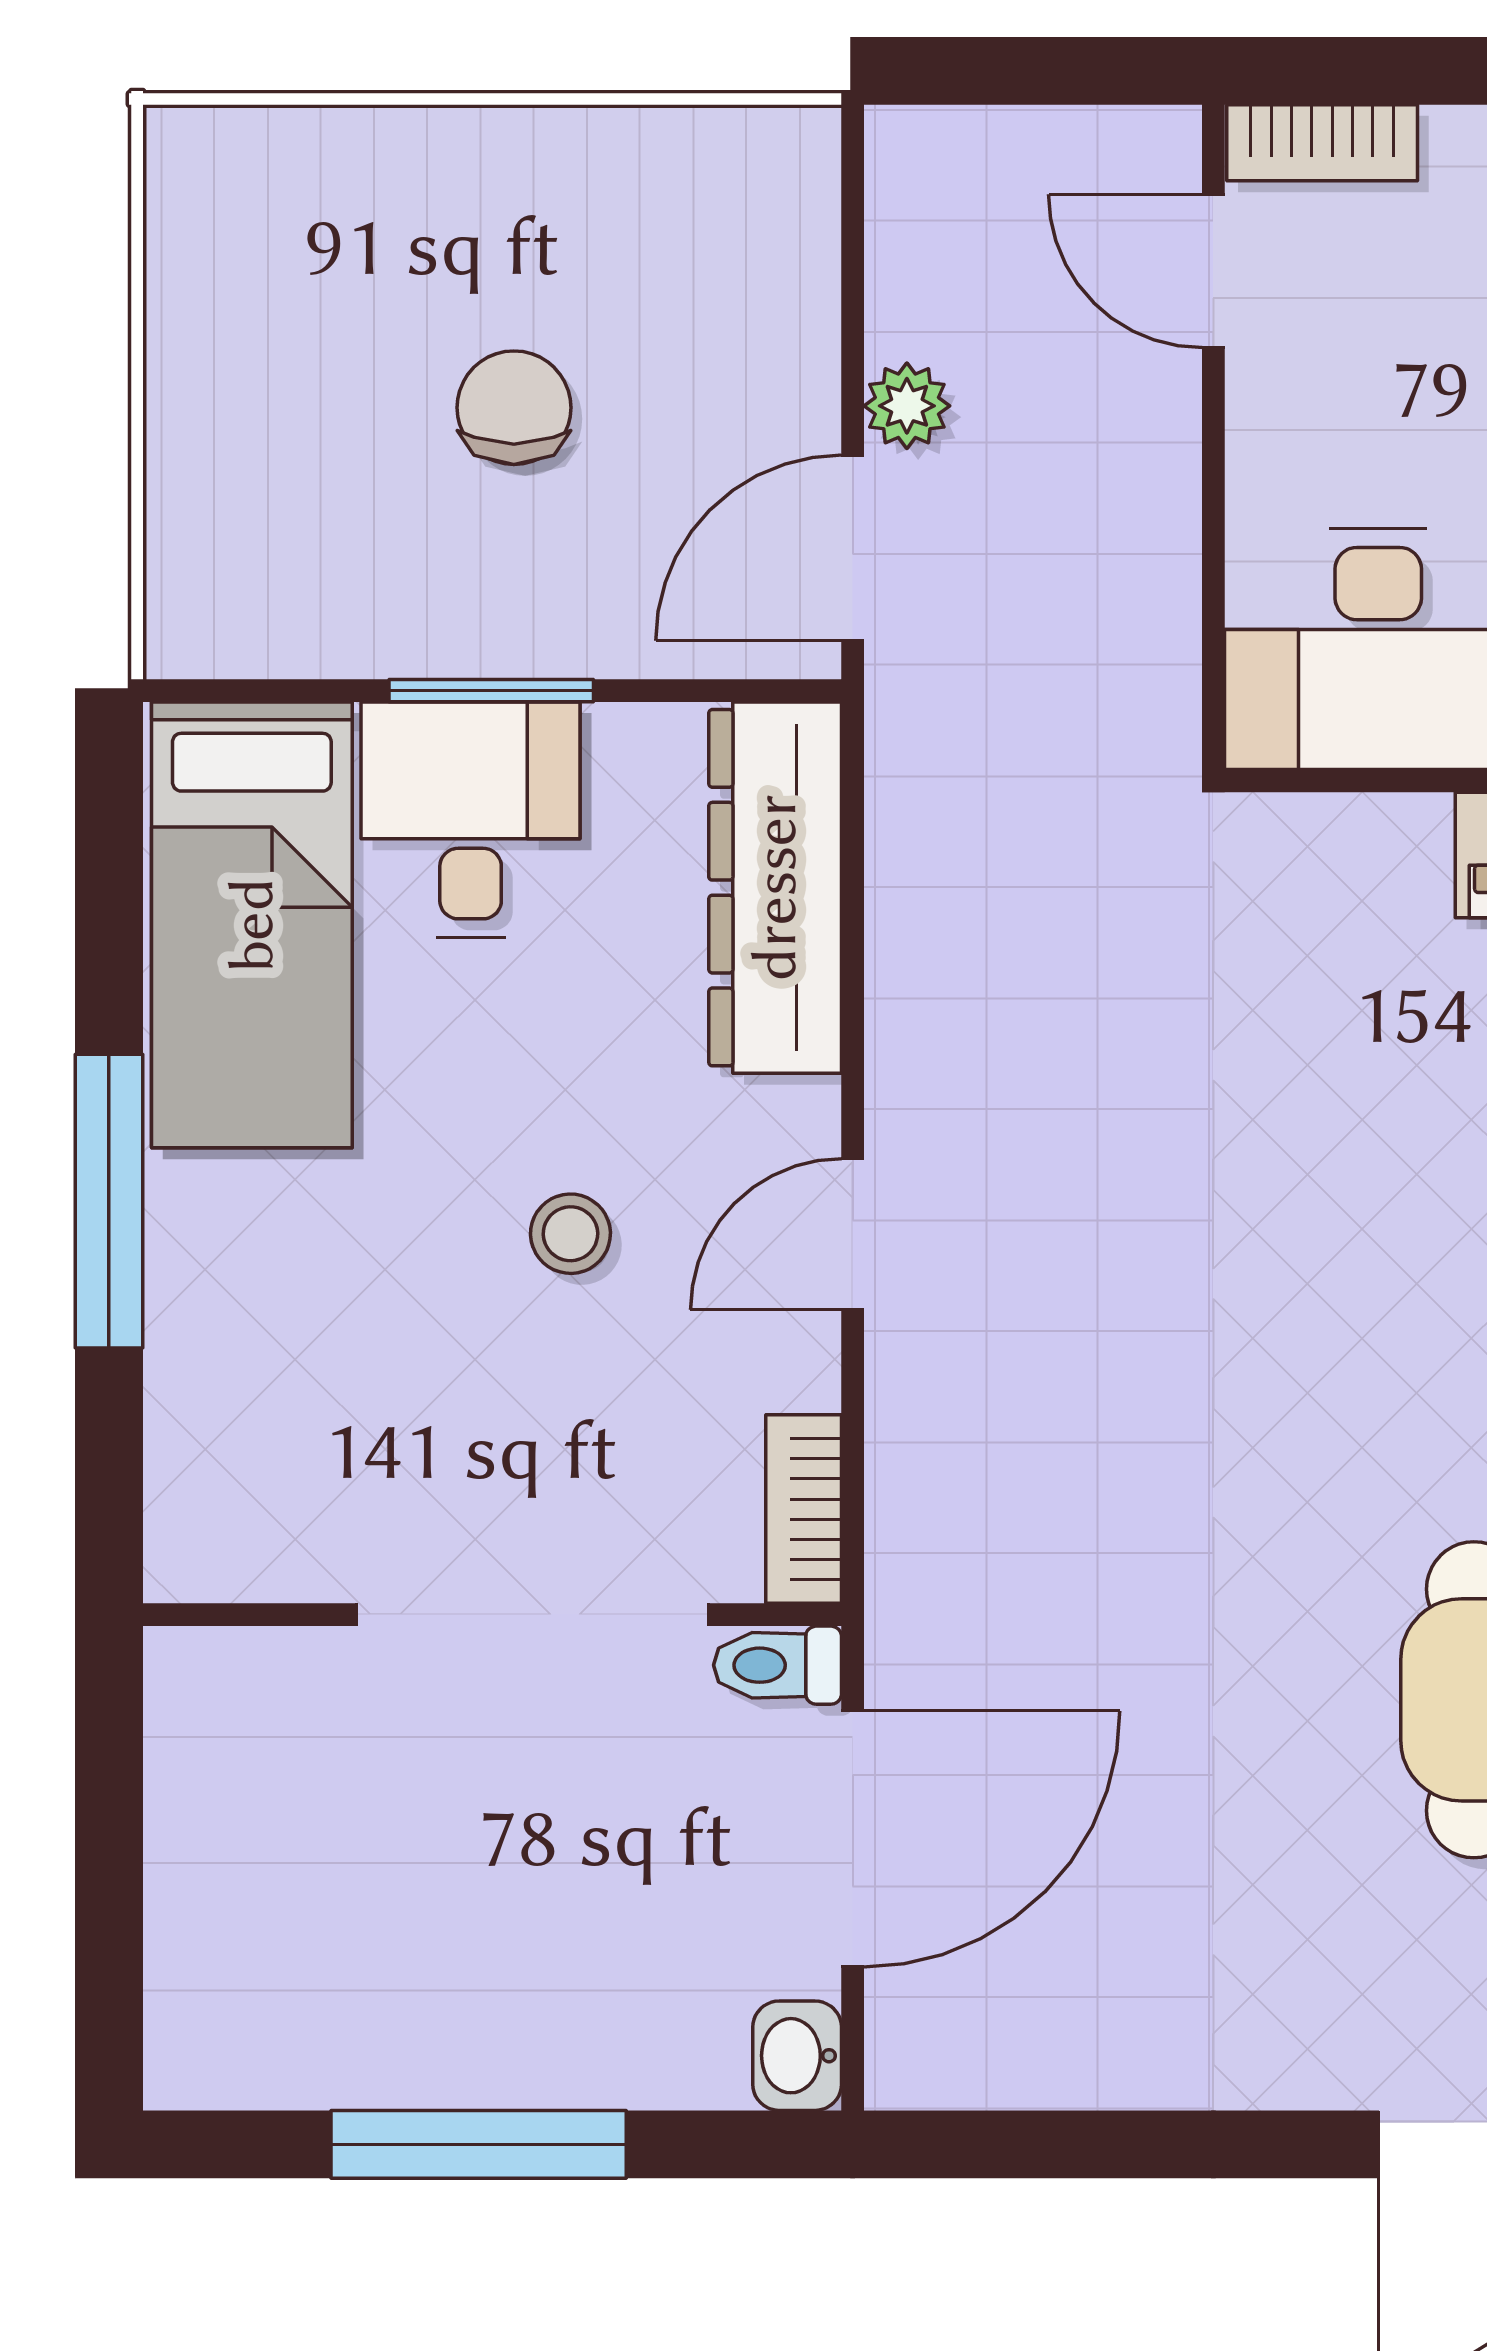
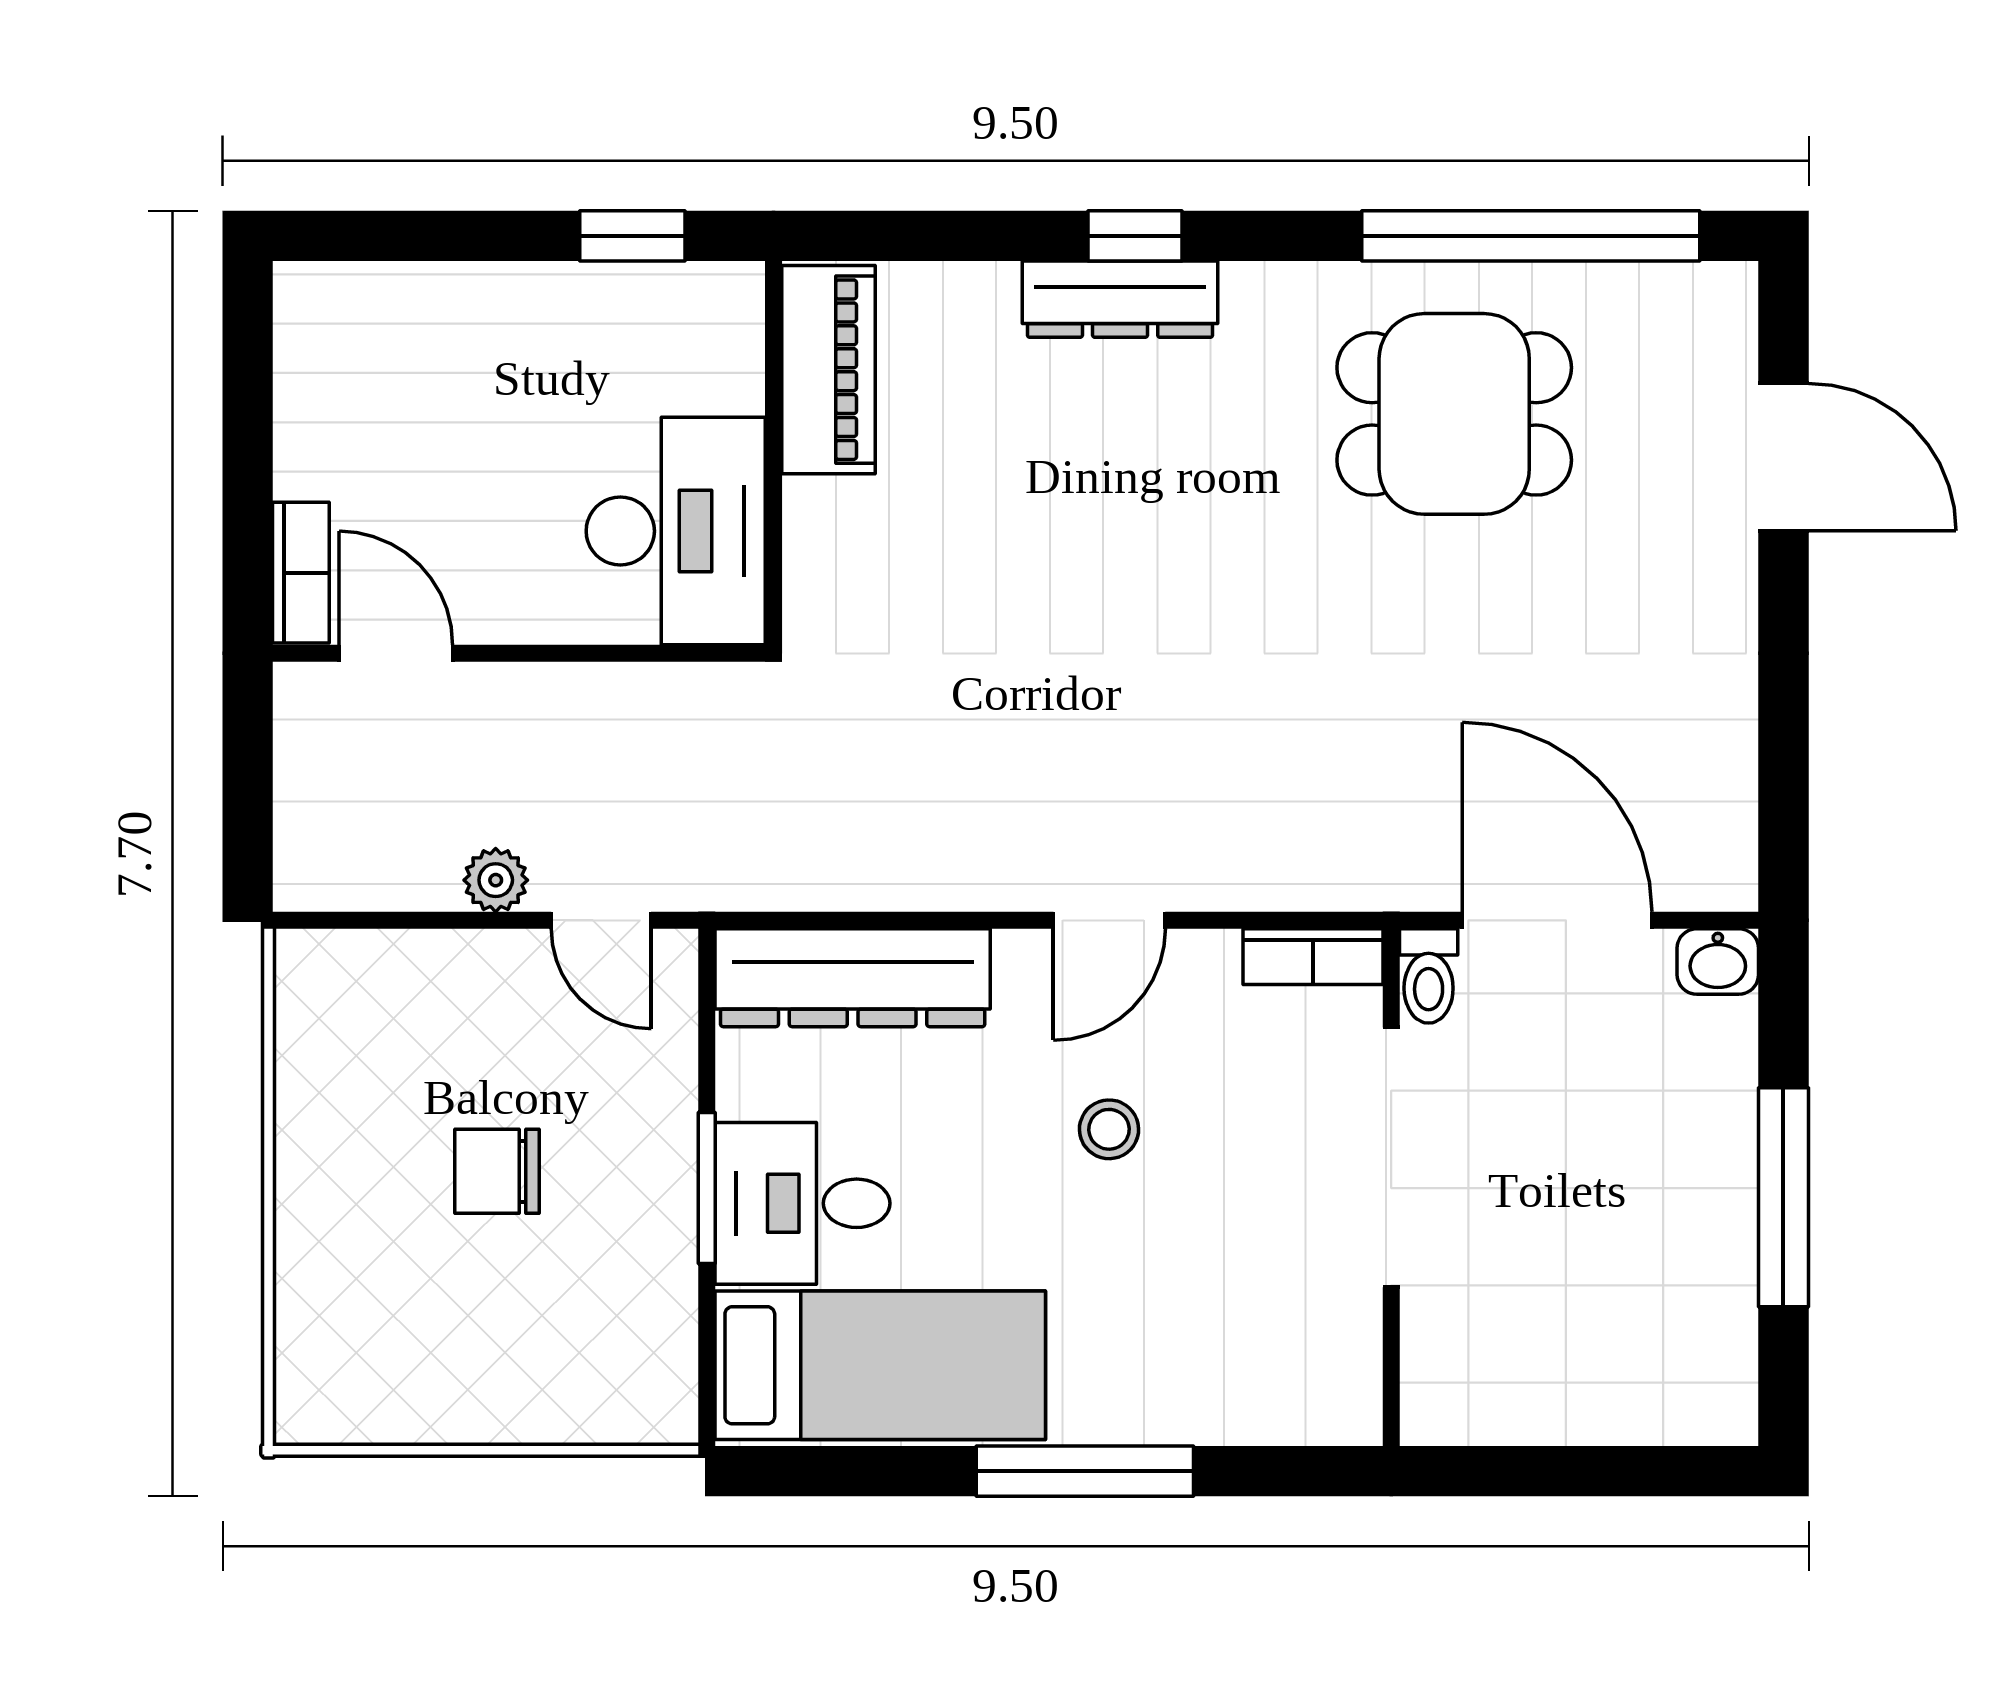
door: (1213, 271) -> (396, 653), swing flipped
door: (853, 548) -> (601, 920), width x0.73
door: (853, 1234) -> (1109, 920), hinge flipped

